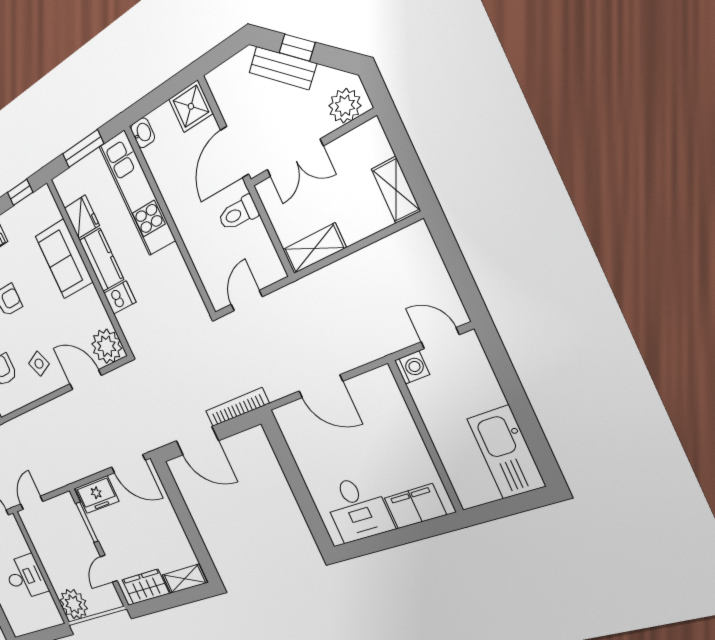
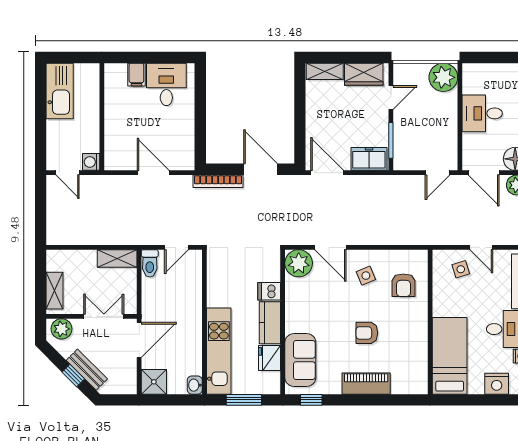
shelving: (396, 190) -> (55, 291), moved
toilet: (238, 213) -> (150, 263), moved, turned 90
sofa: (64, 259) -> (300, 360), moved
filing cabinet: (415, 506) -> (136, 75), width x0.50

